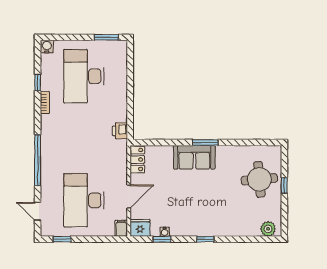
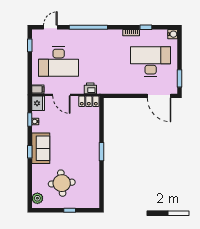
door: (130, 65) -> (159, 96), added
printer: (120, 131) -> (90, 88), moved
sofa: (194, 157) -> (41, 148), moved, turned 180
round table: (259, 179) -> (62, 183), moved
desk: (84, 200) -> (59, 62), turned 180

